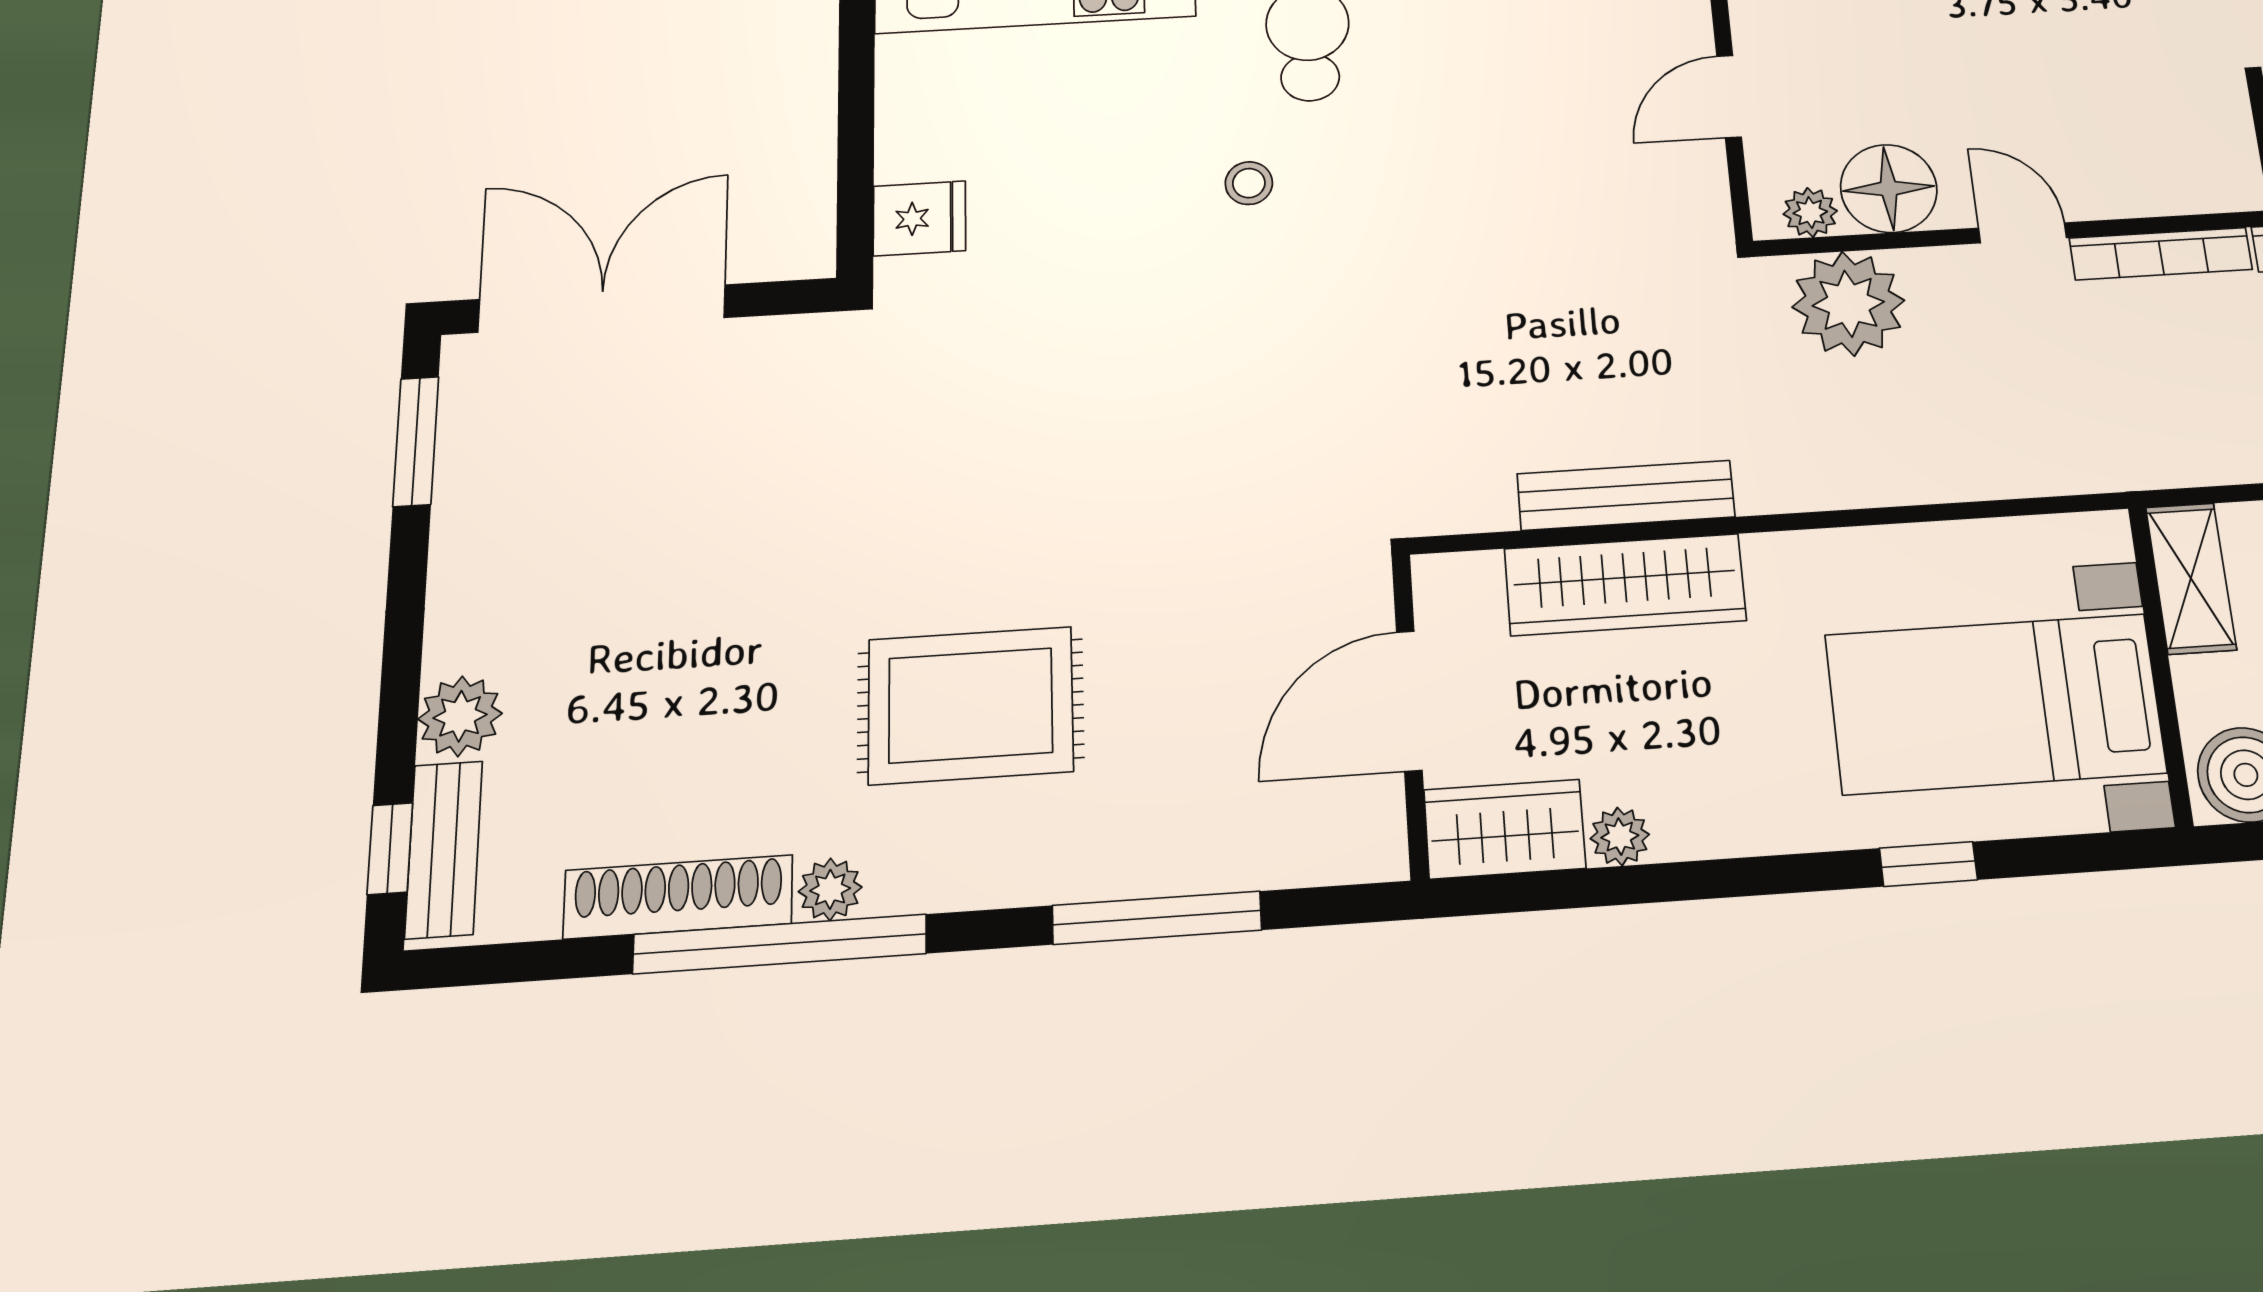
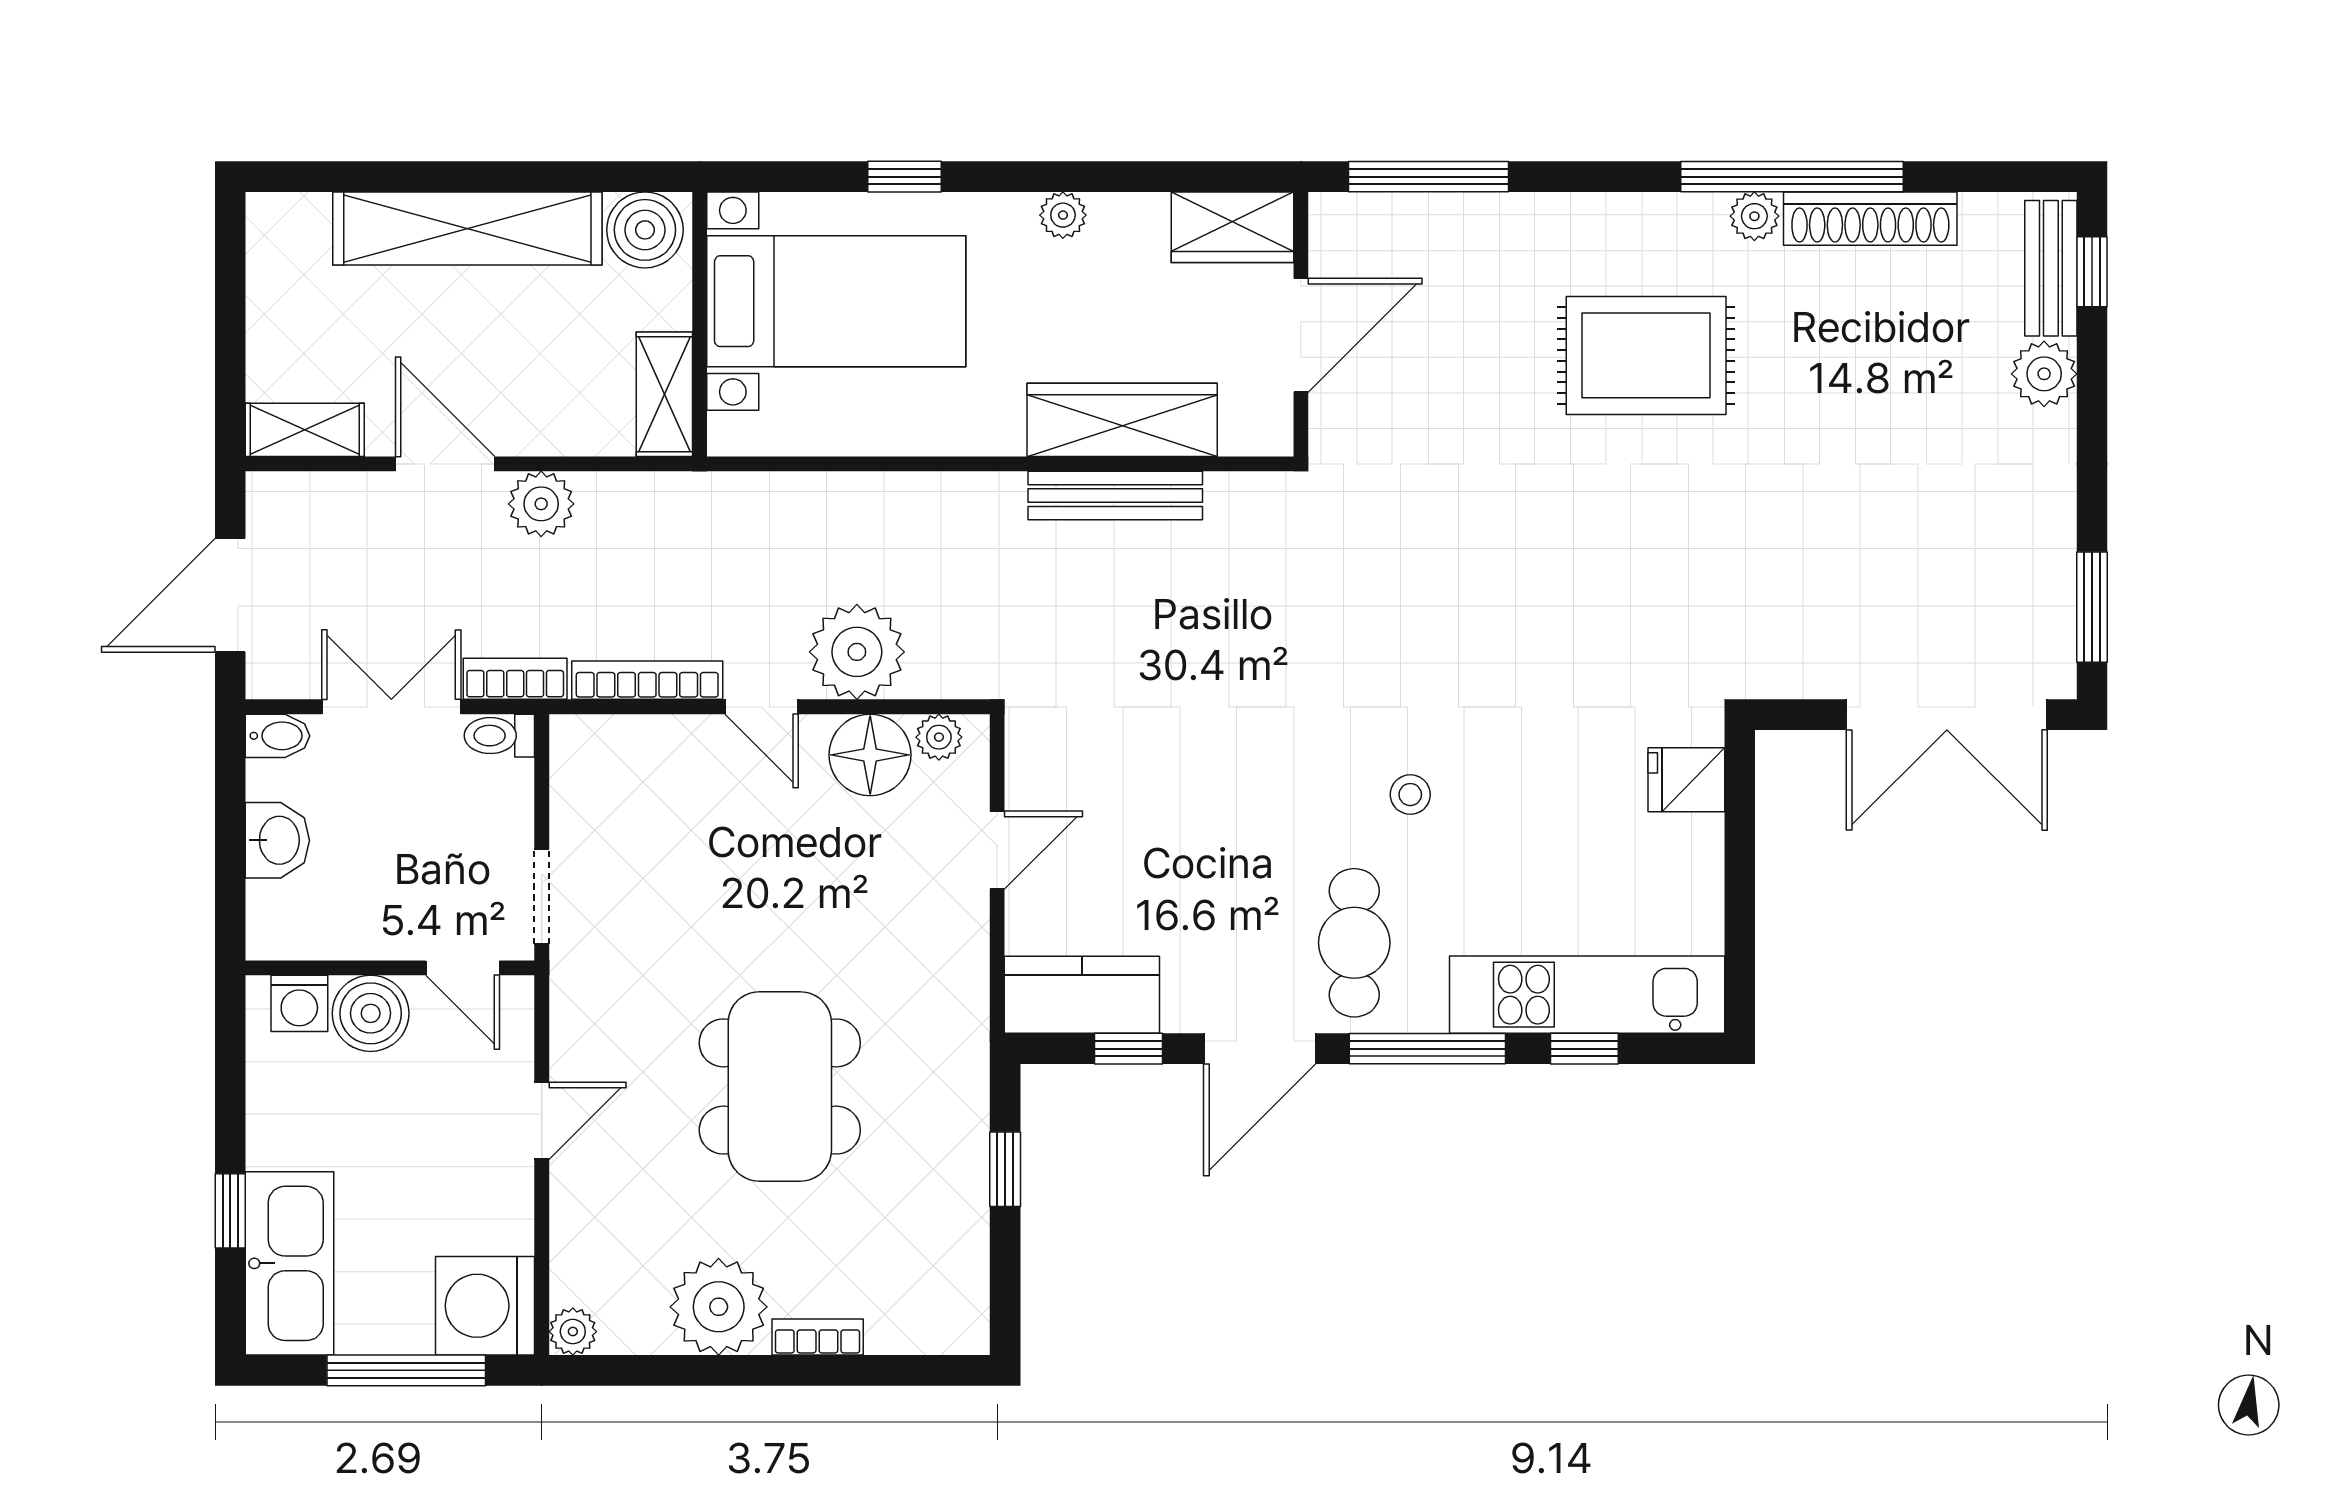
plant: (1848, 304) -> (857, 652), moved
plant: (1620, 837) -> (1063, 215), moved
window: (1157, 918) -> (1428, 177), moved

